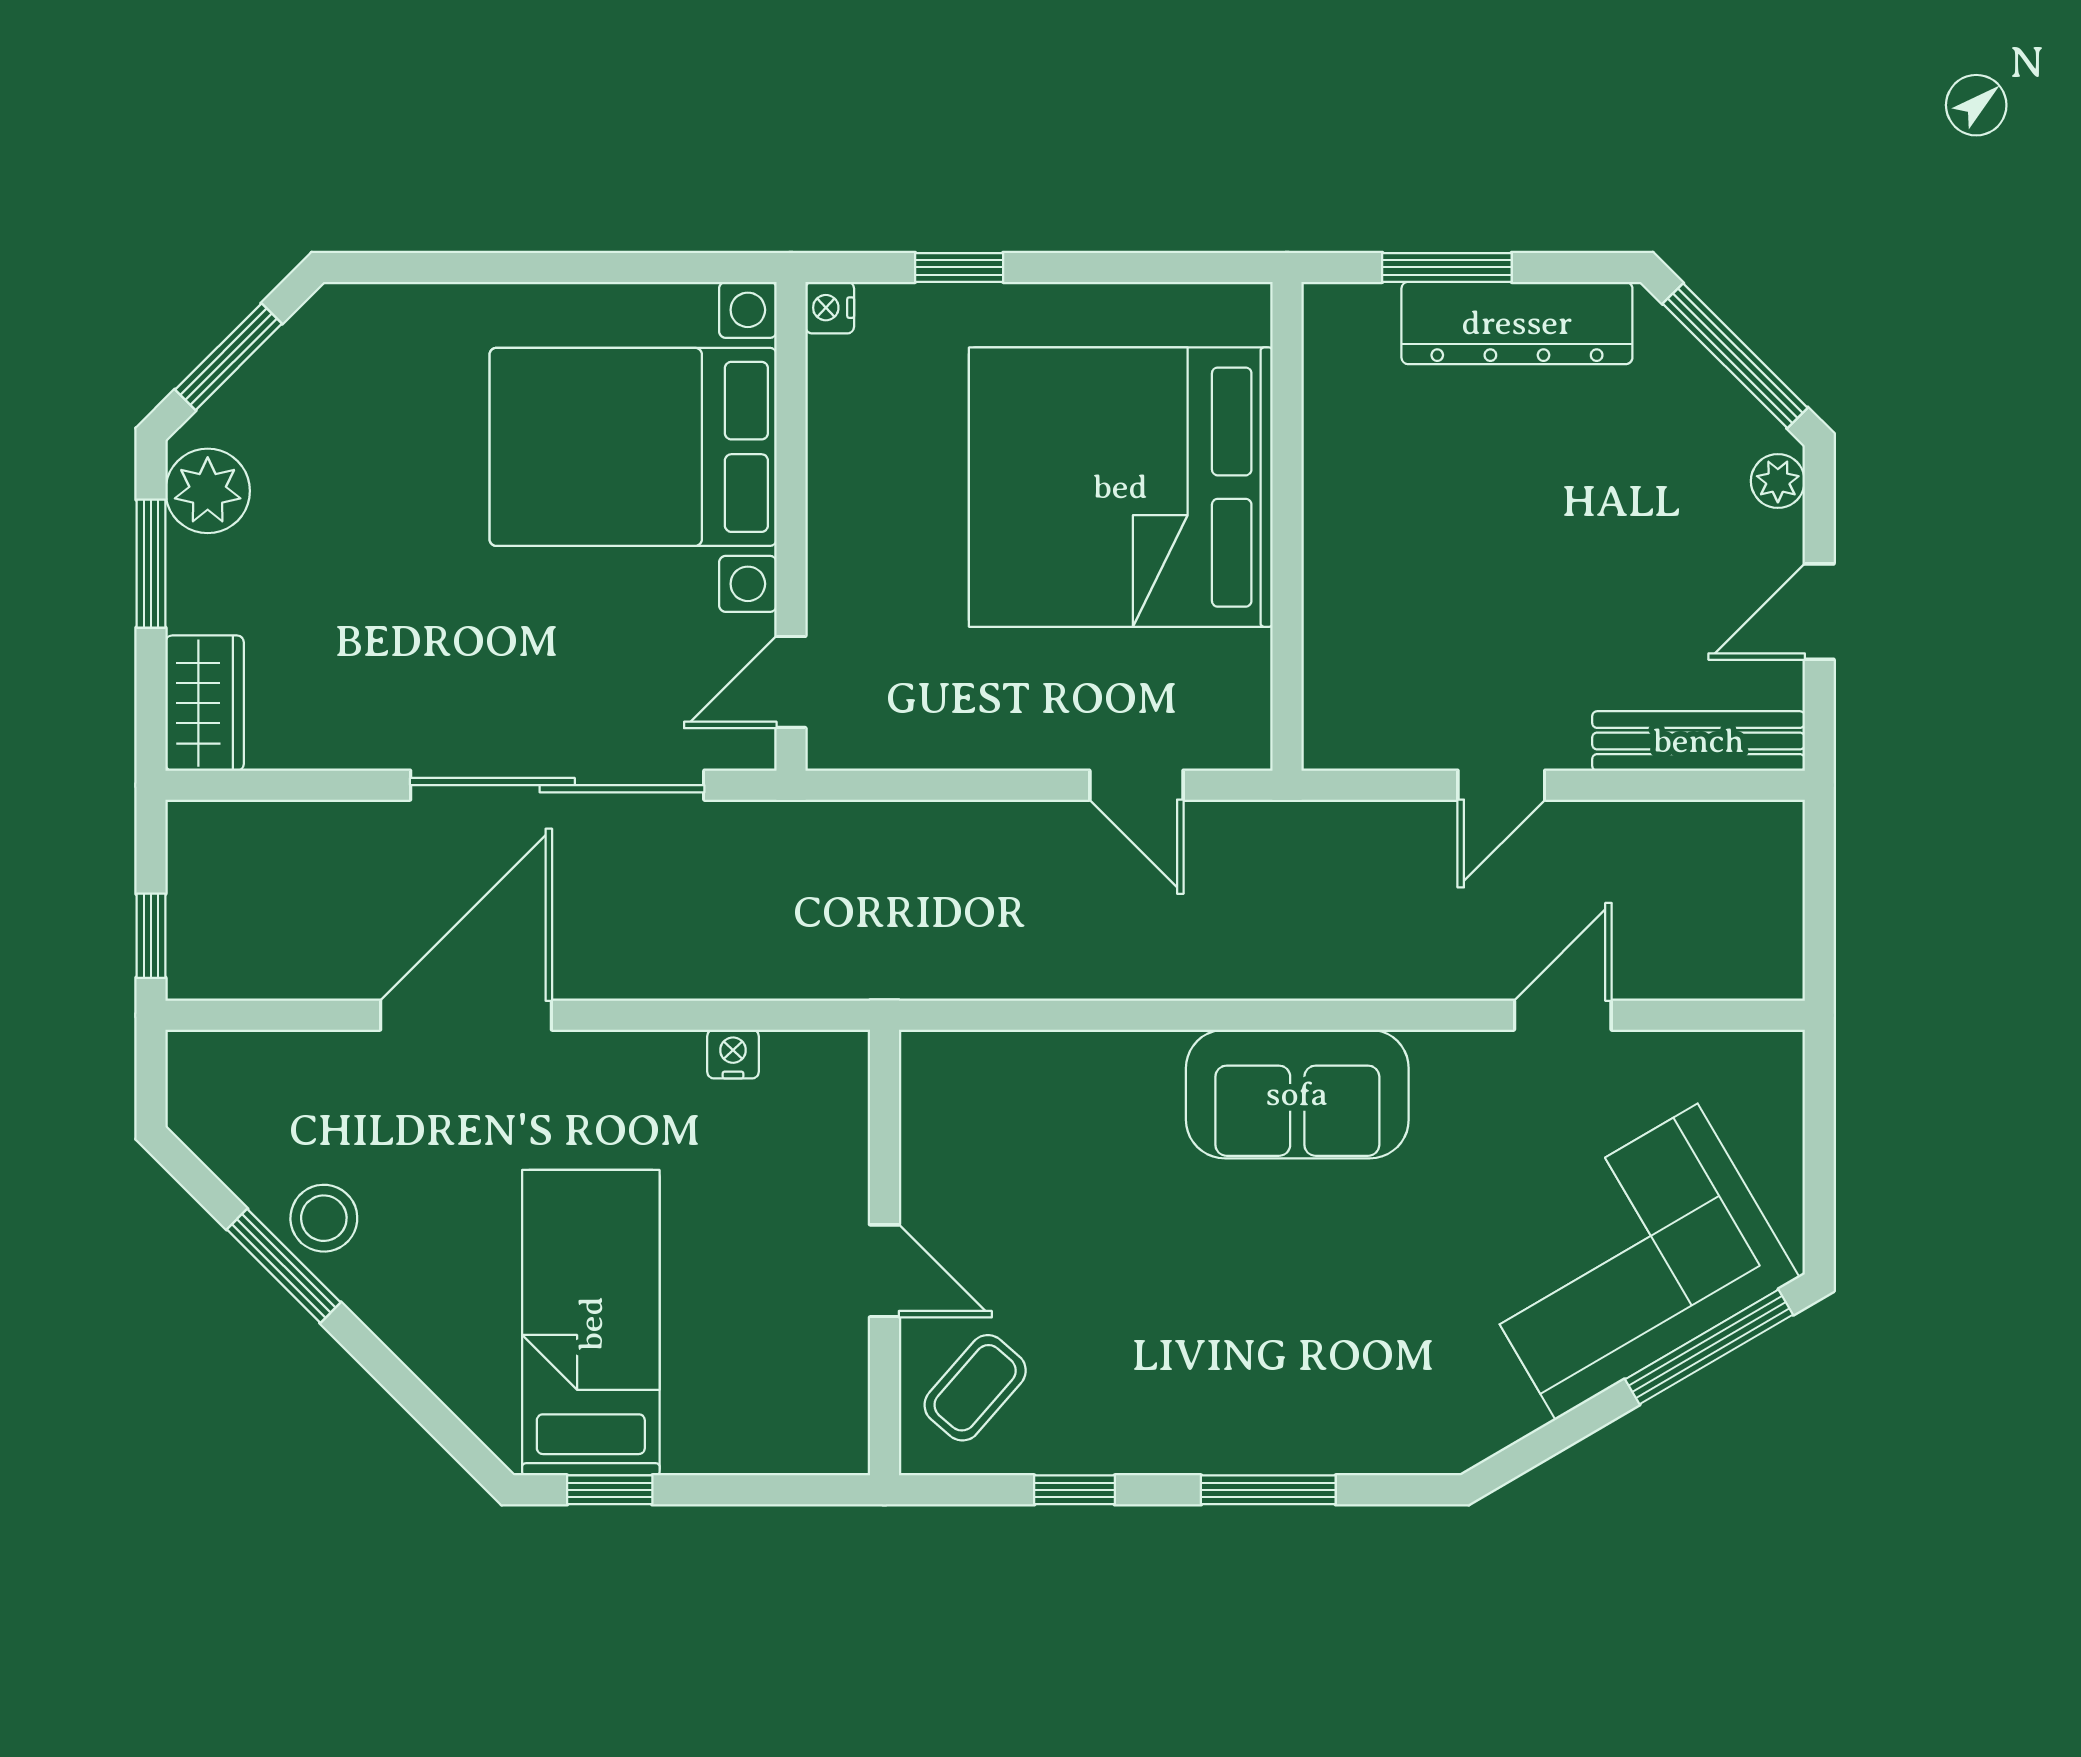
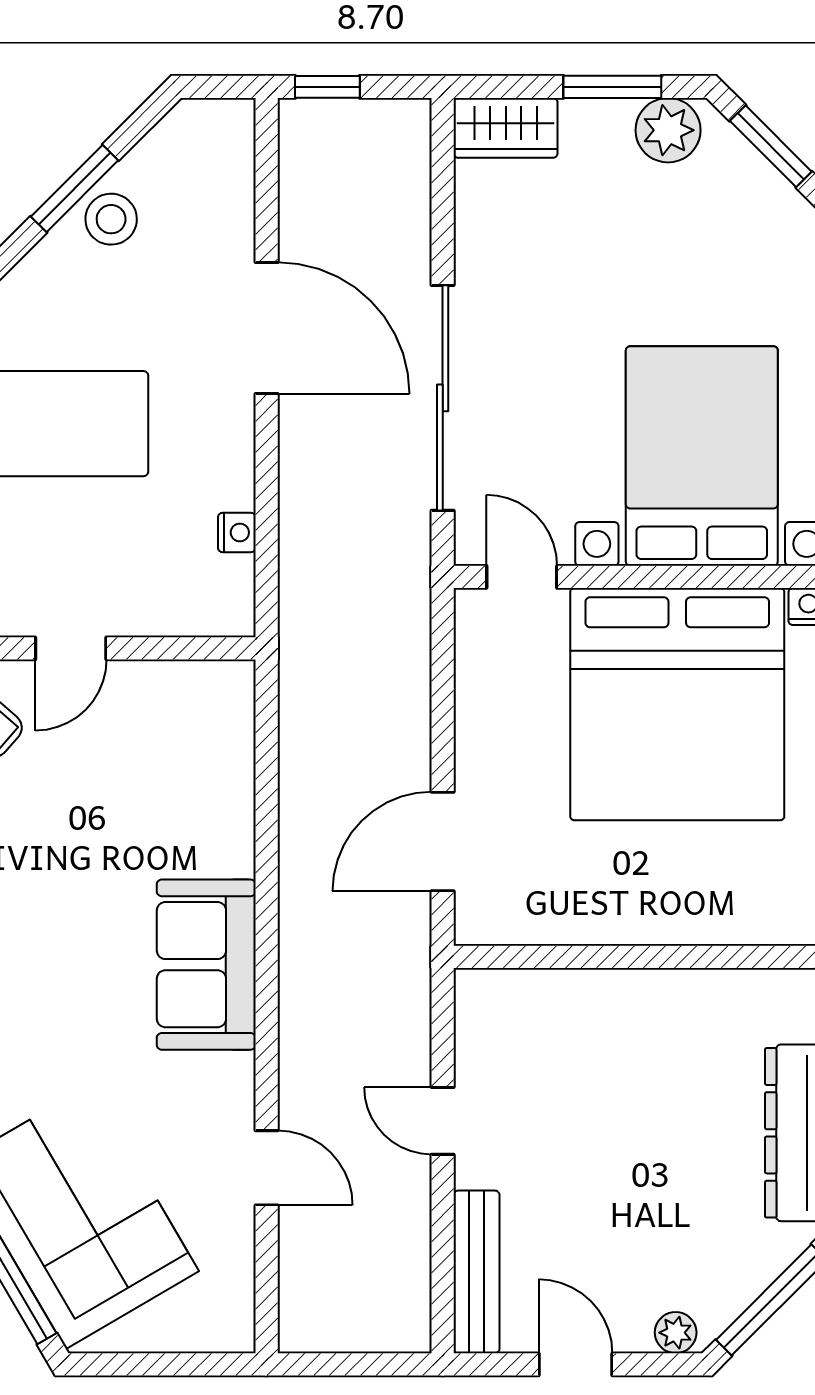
bed: (1121, 487) -> (677, 704), moved, turned 180
door: (1136, 785) -> (443, 841), width x1.38

